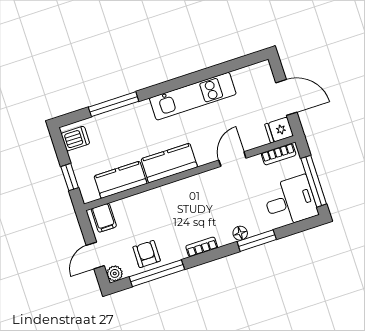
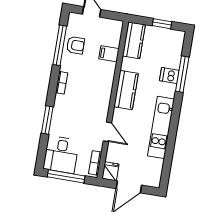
dishwasher: (75, 139) -> (169, 75), moved, turned 90
window: (70, 177) -> (162, 24), moved
kitchen counter: (120, 180) -> (134, 40), moved
filing cabinet: (104, 218) -> (109, 54), moved
floor lamp: (240, 233) -> (58, 112), removed
plant: (115, 273) -> (74, 18), removed

